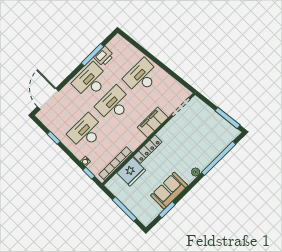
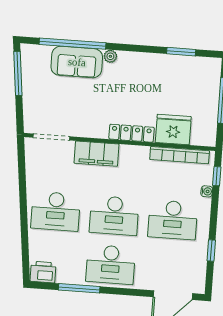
printer: (104, 56) -> (43, 272), moved
sofa: (169, 191) -> (77, 62), moved

